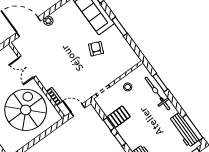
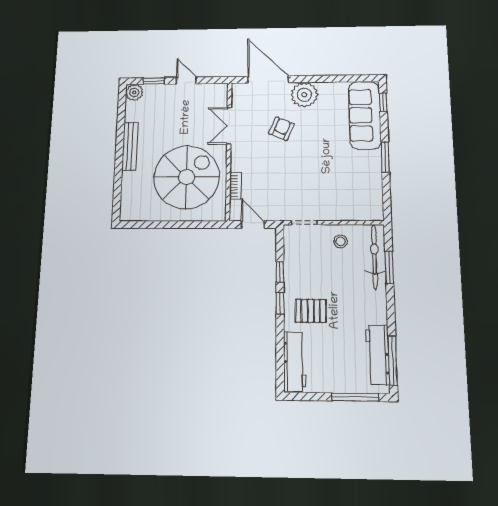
plant: (48, 21) -> (304, 95), width x1.88, depth x1.88
armchair: (96, 49) -> (281, 129), moved
bicycle: (157, 93) -> (374, 257), moved
pallet: (119, 117) -> (311, 311), moved

